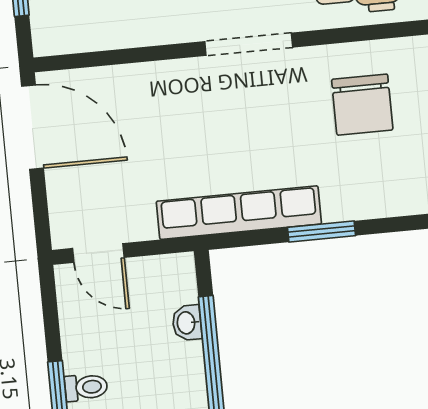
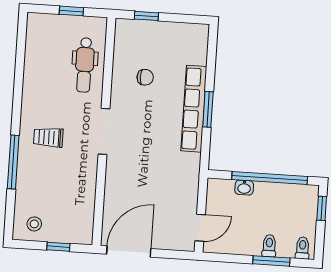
chair: (362, 105) -> (145, 77), width x0.54, depth x0.54
row of seats: (239, 213) -> (194, 109), moved

